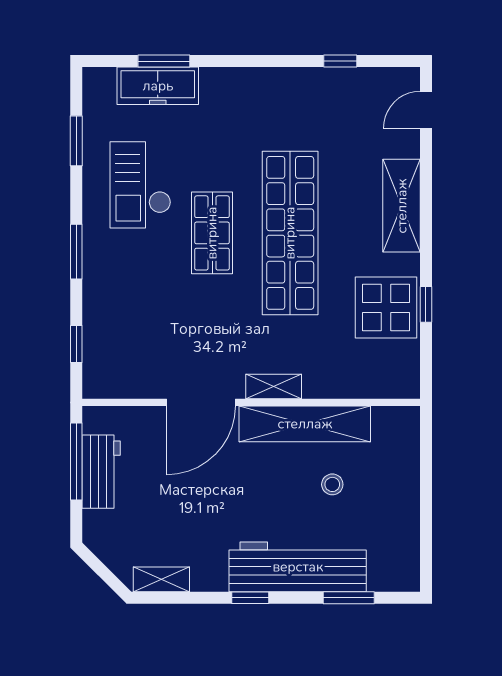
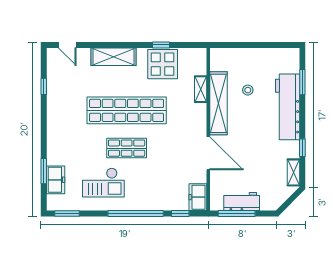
freezer: (158, 86) -> (56, 180), width x0.71
window: (76, 141) -> (67, 213), moved
window: (76, 252) -> (136, 213), width x2.11
freezer: (110, 381) -> (198, 197), added
shelving: (274, 386) -> (201, 89), moved
window: (250, 598) -> (302, 148), moved

